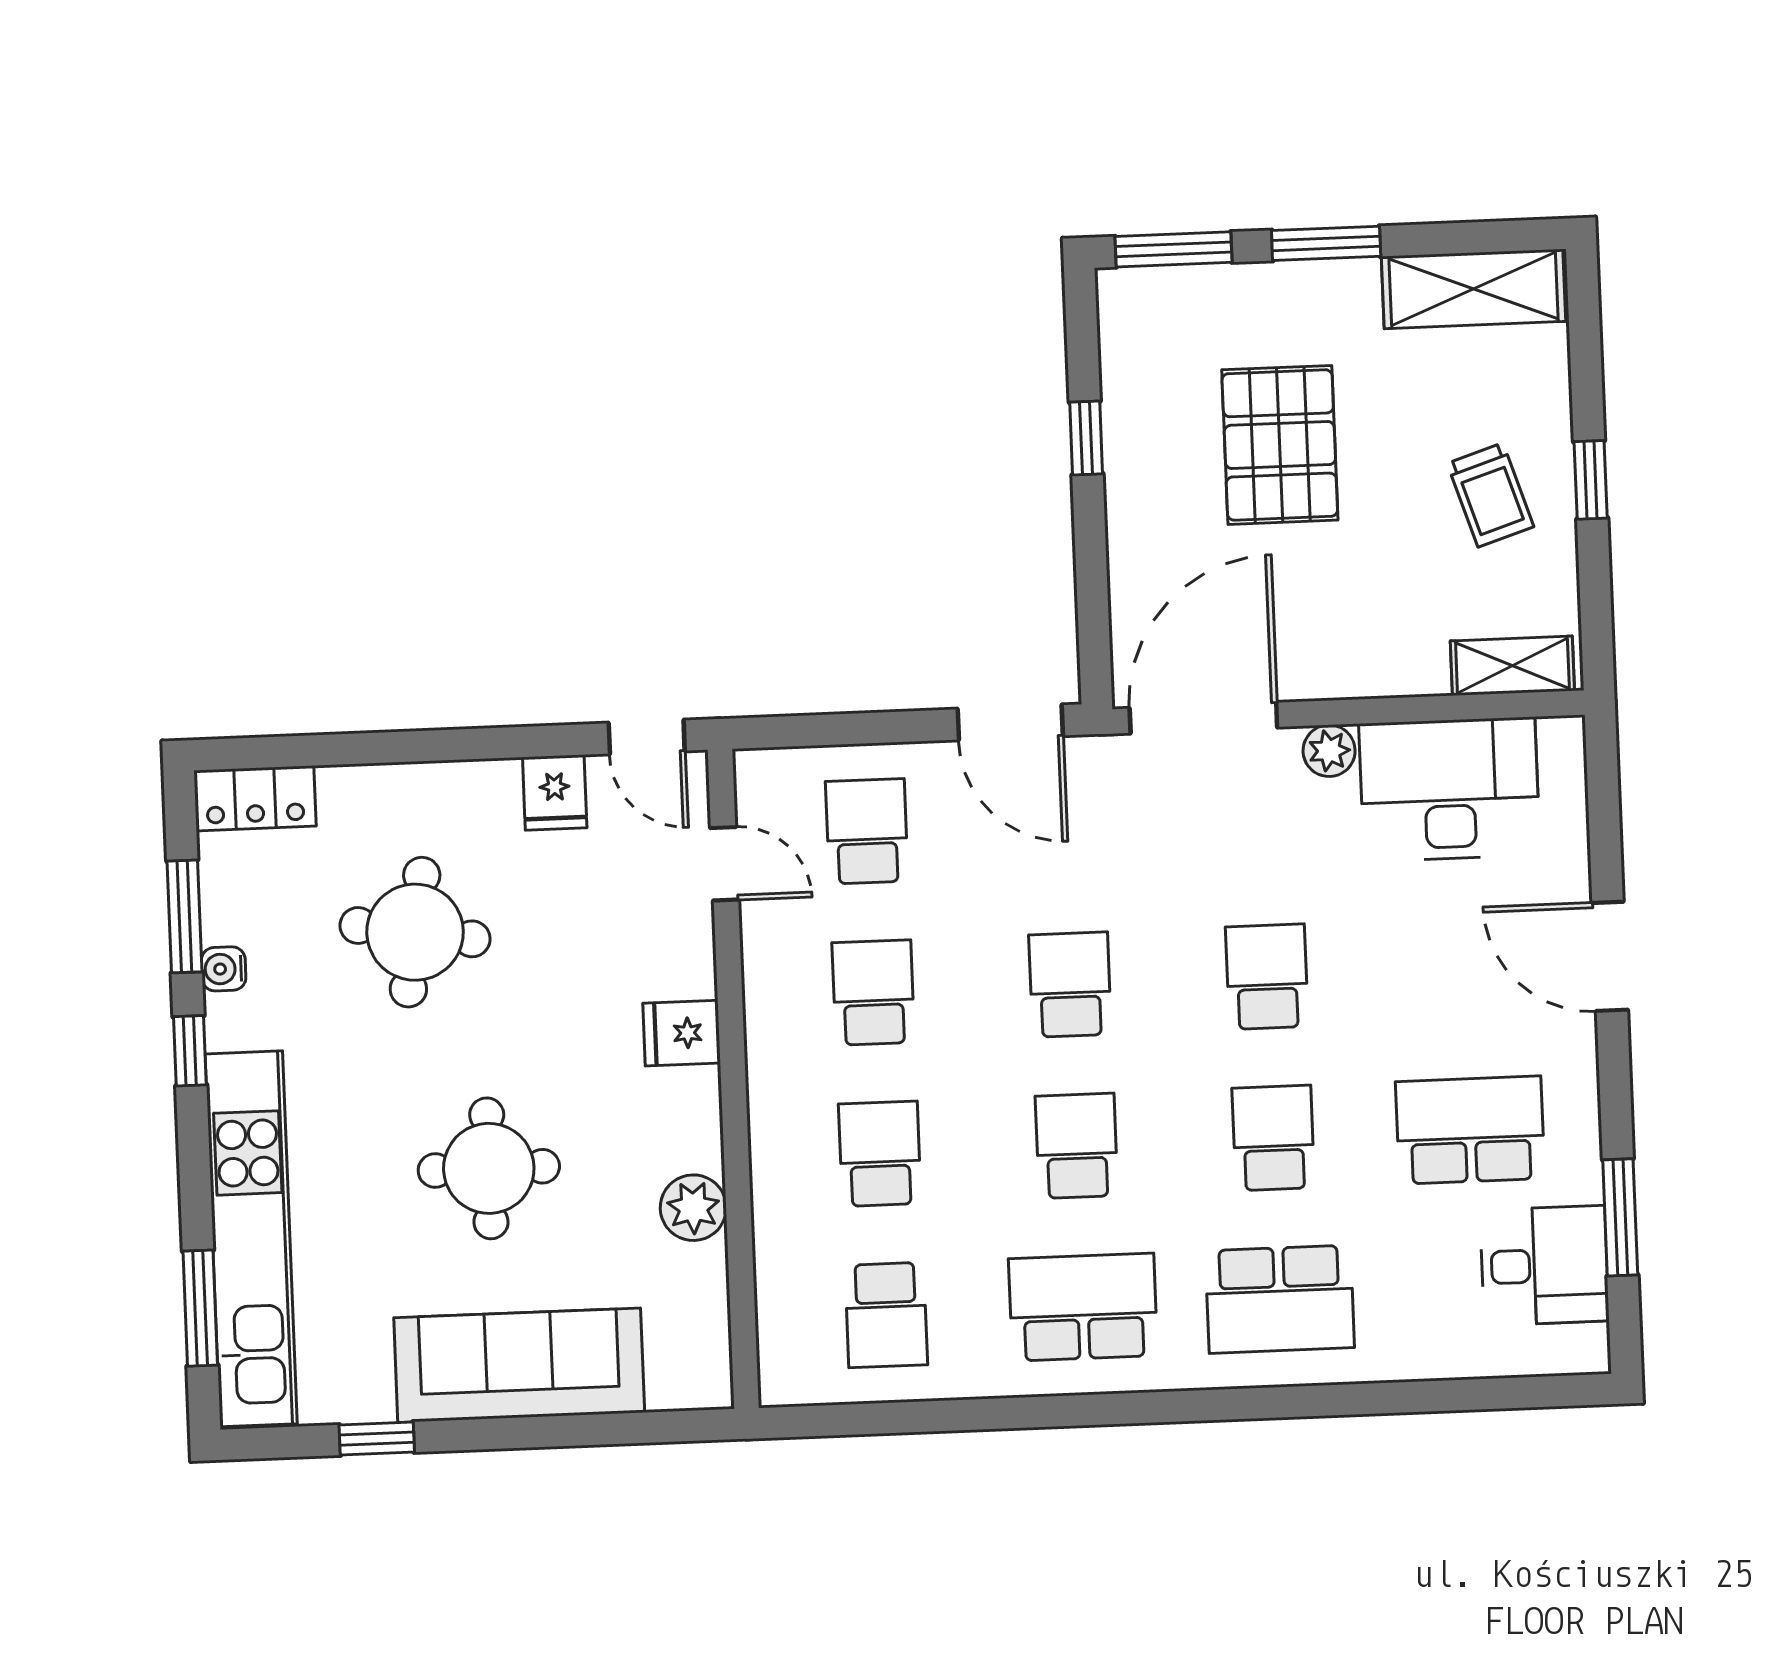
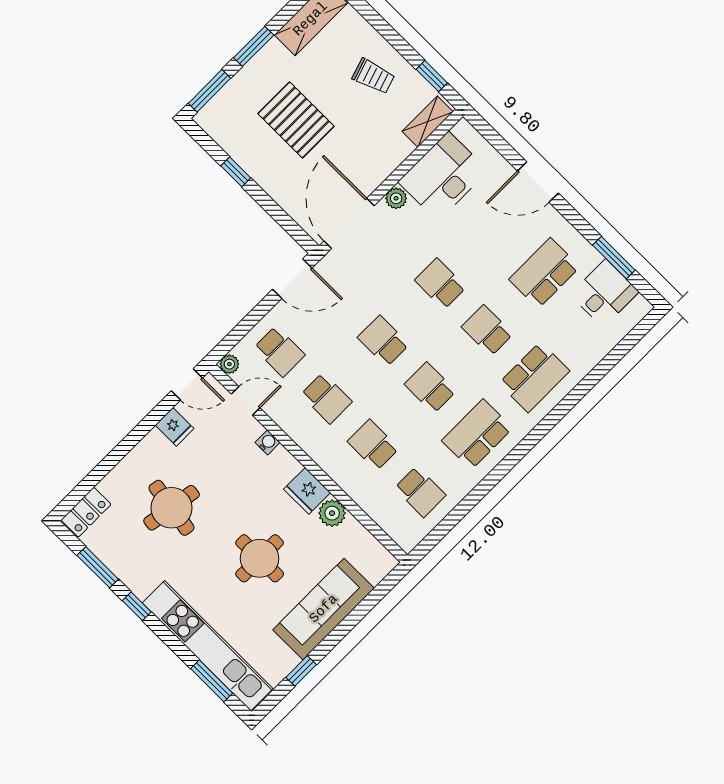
window: (1591, 480) -> (432, 76), moved
plant: (756, 771) -> (229, 364), added
school desk: (867, 831) -> (279, 351), turned 180
water cooler: (224, 969) -> (268, 442), moved, turned 180
school desk: (873, 993) -> (326, 398), turned 180
fridge: (682, 1033) -> (307, 491), moved, width x1.38

